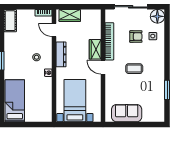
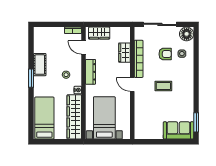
cot: (10, 21) -> (40, 65), moved
wardrobe: (95, 49) -> (124, 53), moved
window: (167, 90) -> (196, 122), moved
wardrobe: (45, 100) -> (74, 117), added
sofa: (127, 113) -> (178, 130), moved

